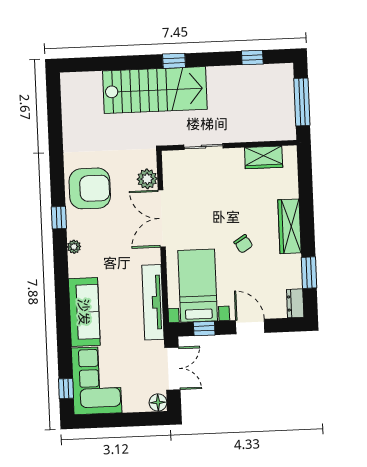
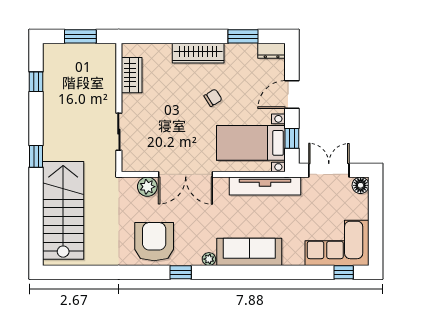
stairs: (155, 90) -> (63, 210), moved
window: (302, 102) -> (80, 36), width x0.69
sofa: (84, 312) -> (249, 252), moved

